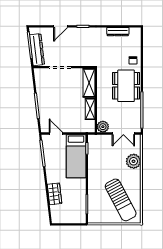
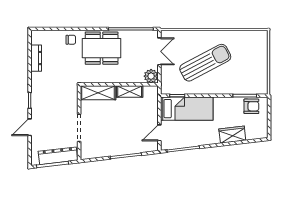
door: (61, 26) -> (30, 127), swing flipped
plant: (134, 161) -> (193, 39), removed
sun lounger: (121, 200) -> (205, 63), moved
armchair: (78, 210) -> (251, 106), added

